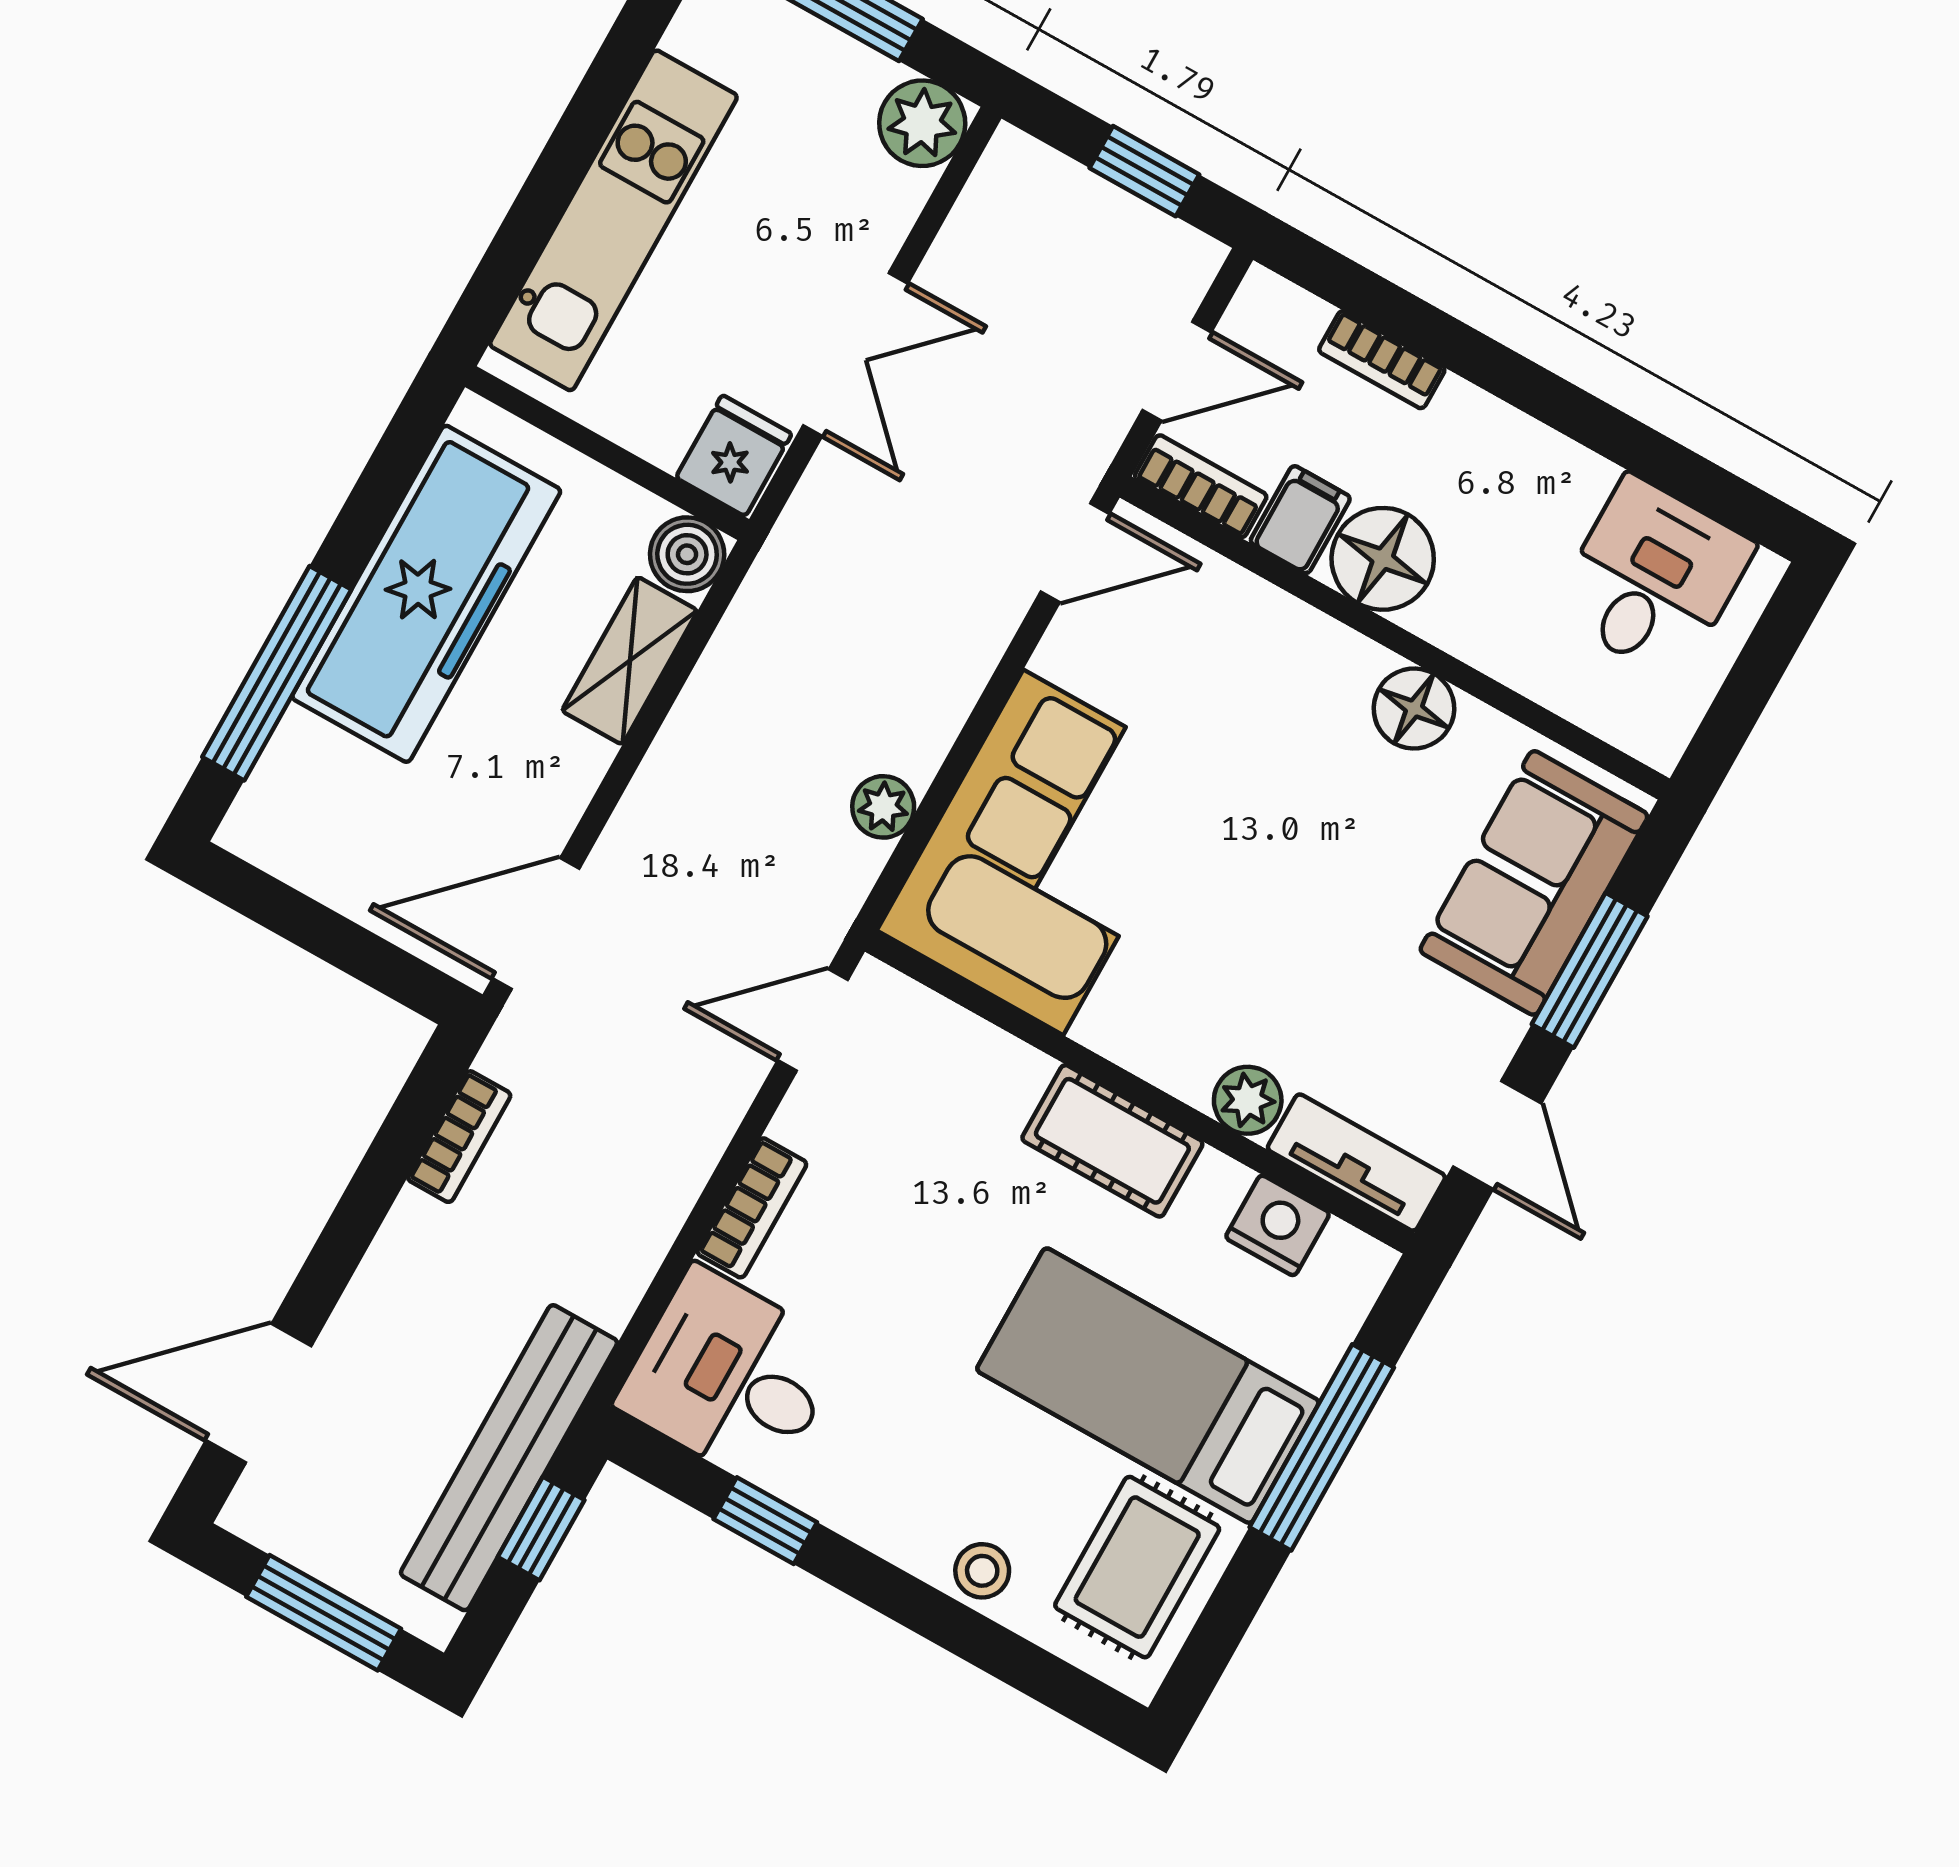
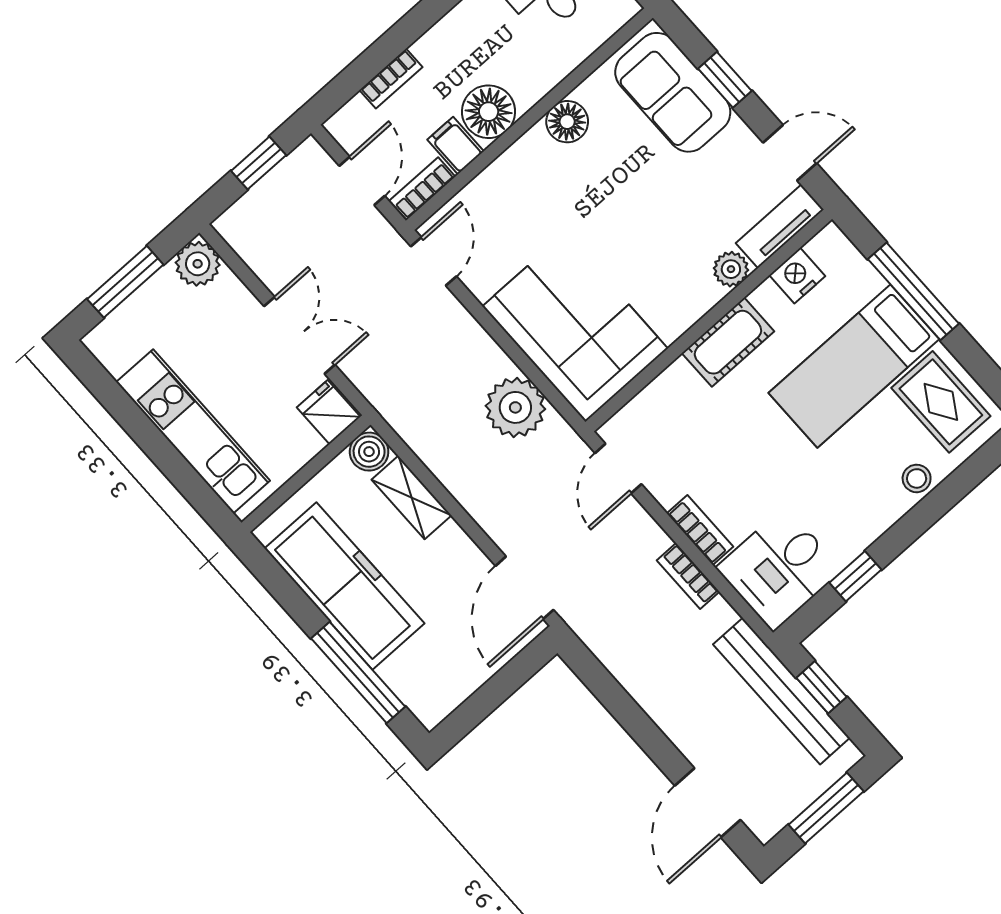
plant: (883, 807) -> (515, 407), width x1.88, depth x1.88
window: (1590, 970) -> (725, 80), width x0.67
bookcase: (459, 1137) -> (688, 576), moved, turned 180

